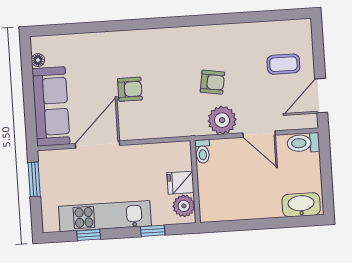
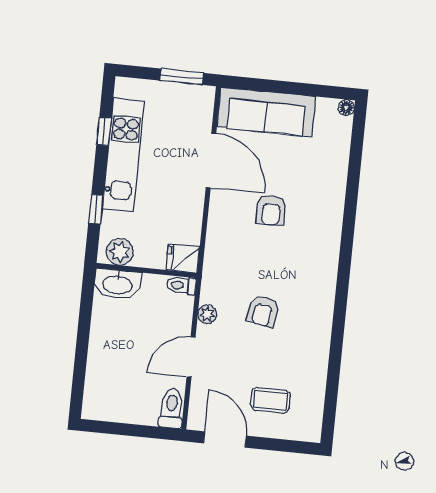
floor lamp: (38, 60) -> (346, 108), moved
coffee table: (283, 64) -> (270, 400), turned 90
plant: (222, 120) -> (207, 314), width x0.53, depth x0.53
fridge: (181, 183) -> (183, 259), moved, turned -90
washbasin: (301, 205) -> (117, 284), moved, turned 90

